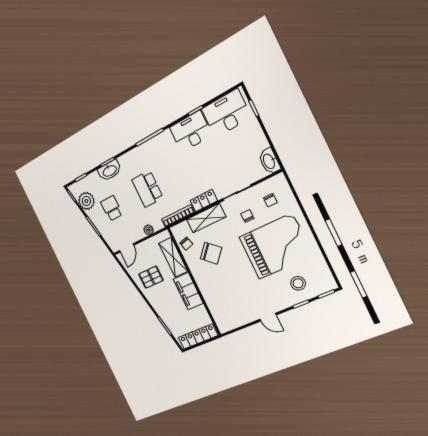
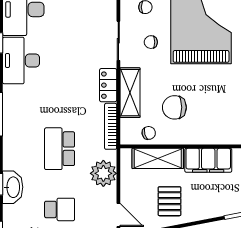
school desk: (147, 189) -> (60, 149), turned 90
school desk: (112, 208) -> (60, 209), turned 180
plant: (149, 230) -> (103, 173), width x1.87, depth x1.87
chair: (211, 253) -> (174, 107), turned -132

